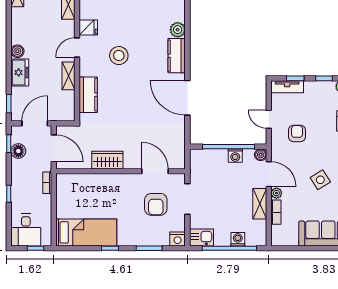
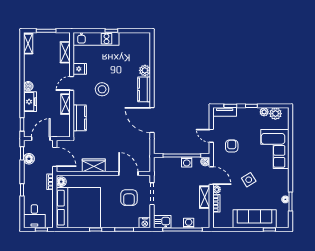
floor lamp: (63, 182) -> (61, 182), added
bed: (86, 232) -> (78, 208), width x2.04

